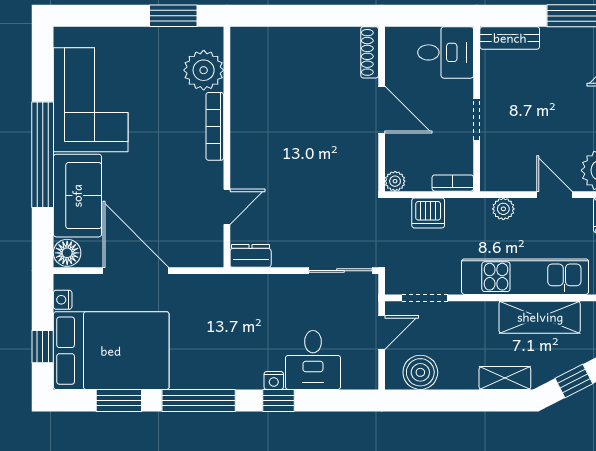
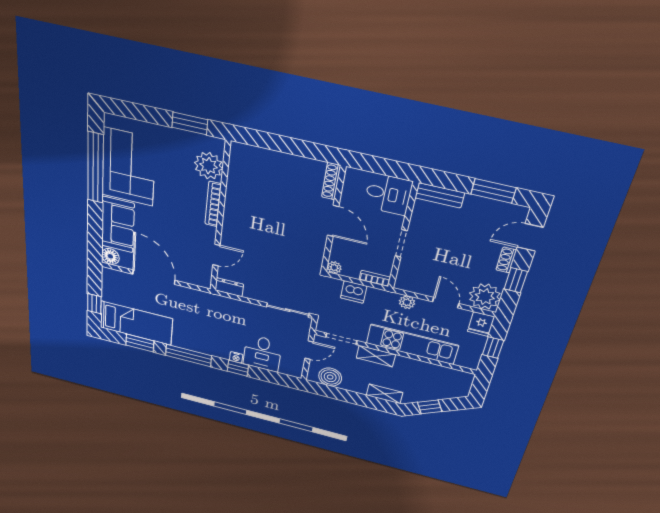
window: (43, 155) -> (95, 168), moved
nightstand: (63, 300) -> (107, 282), removed
shelving: (540, 317) -> (376, 356), moved, width x0.67, depth x0.75
bed: (111, 351) -> (136, 323), width x0.67

